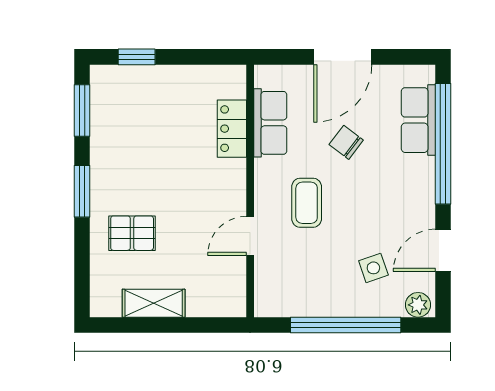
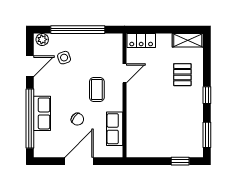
row of seats: (418, 120) -> (42, 113), moved
locker: (232, 129) -> (141, 41), moved, turned 90
window: (82, 191) -> (207, 95), width x0.67
pallet: (132, 233) -> (182, 75), turned 90
shelving: (154, 303) -> (188, 40), moved

